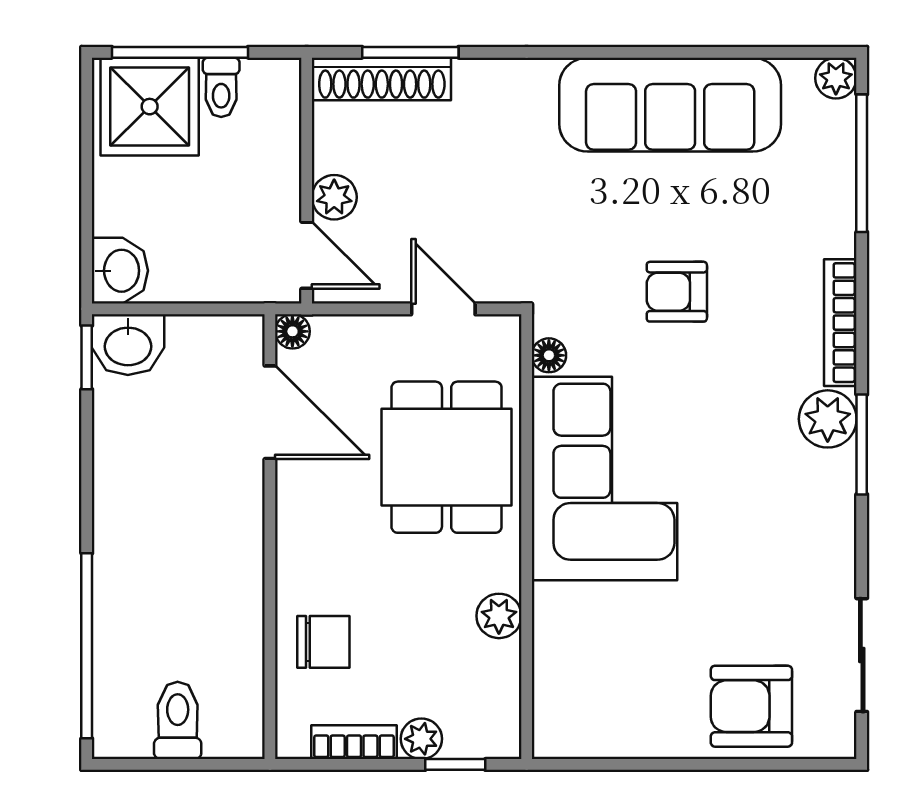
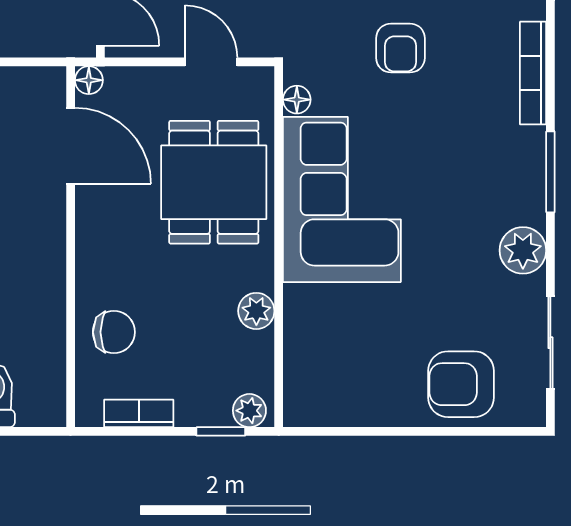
armchair: (677, 292) -> (400, 48), turned -90
plant: (828, 419) -> (523, 250), moved
plant: (421, 739) -> (249, 411), moved

